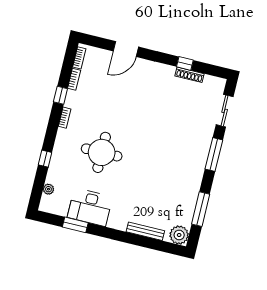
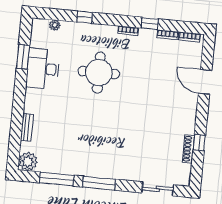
window: (214, 155) -> (99, 183), moved
bench: (145, 231) -> (27, 127), width x0.73

